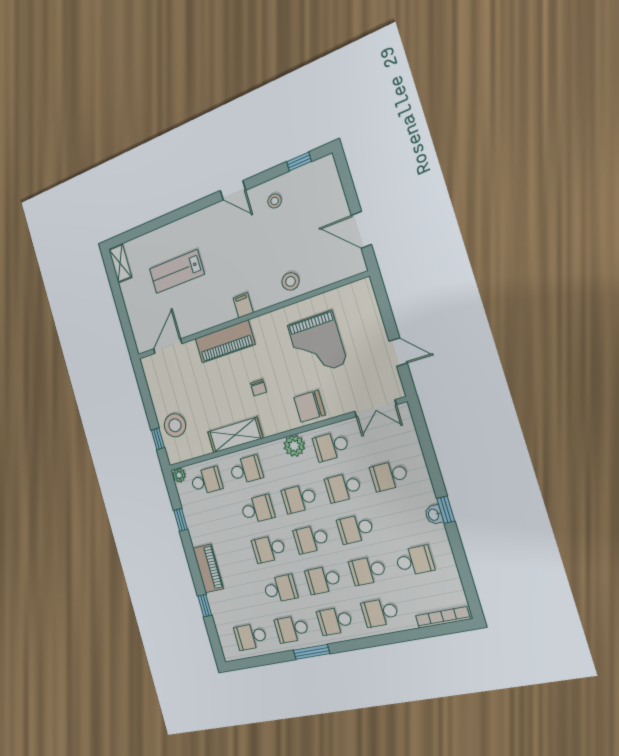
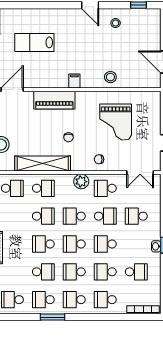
chair: (310, 406) -> (99, 159), width x0.54, depth x0.54
shelving: (235, 435) -> (43, 163), width x1.47
school desk: (343, 487) -> (105, 216), turned 180

